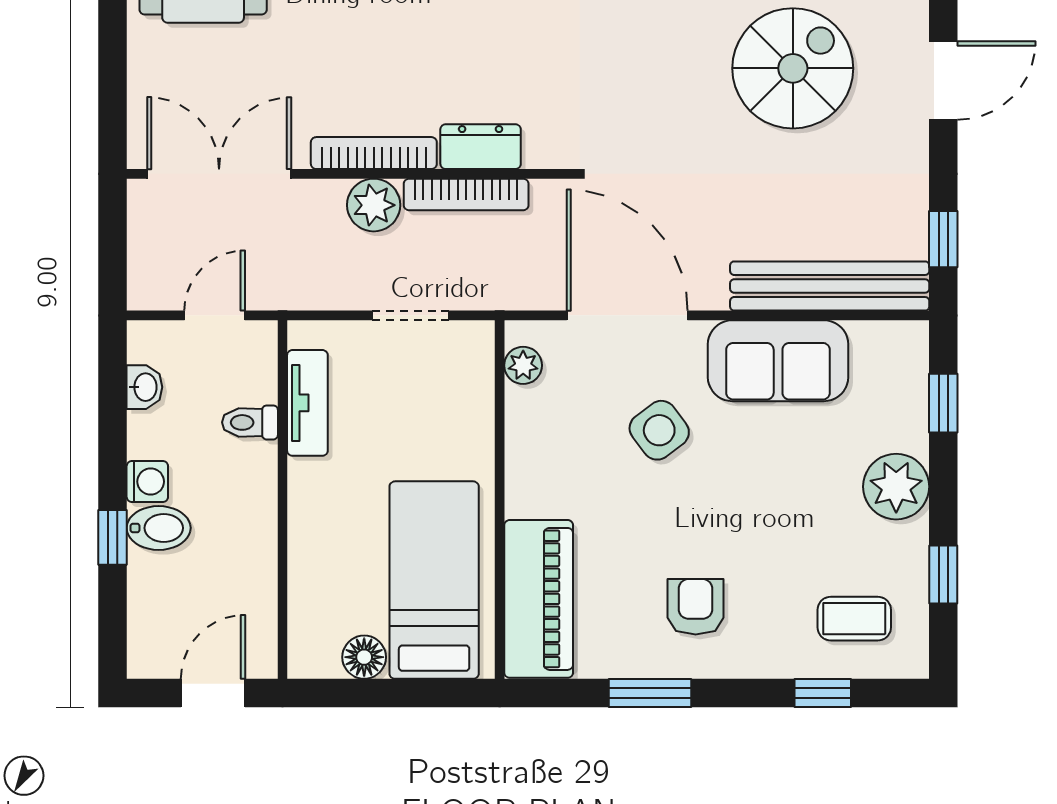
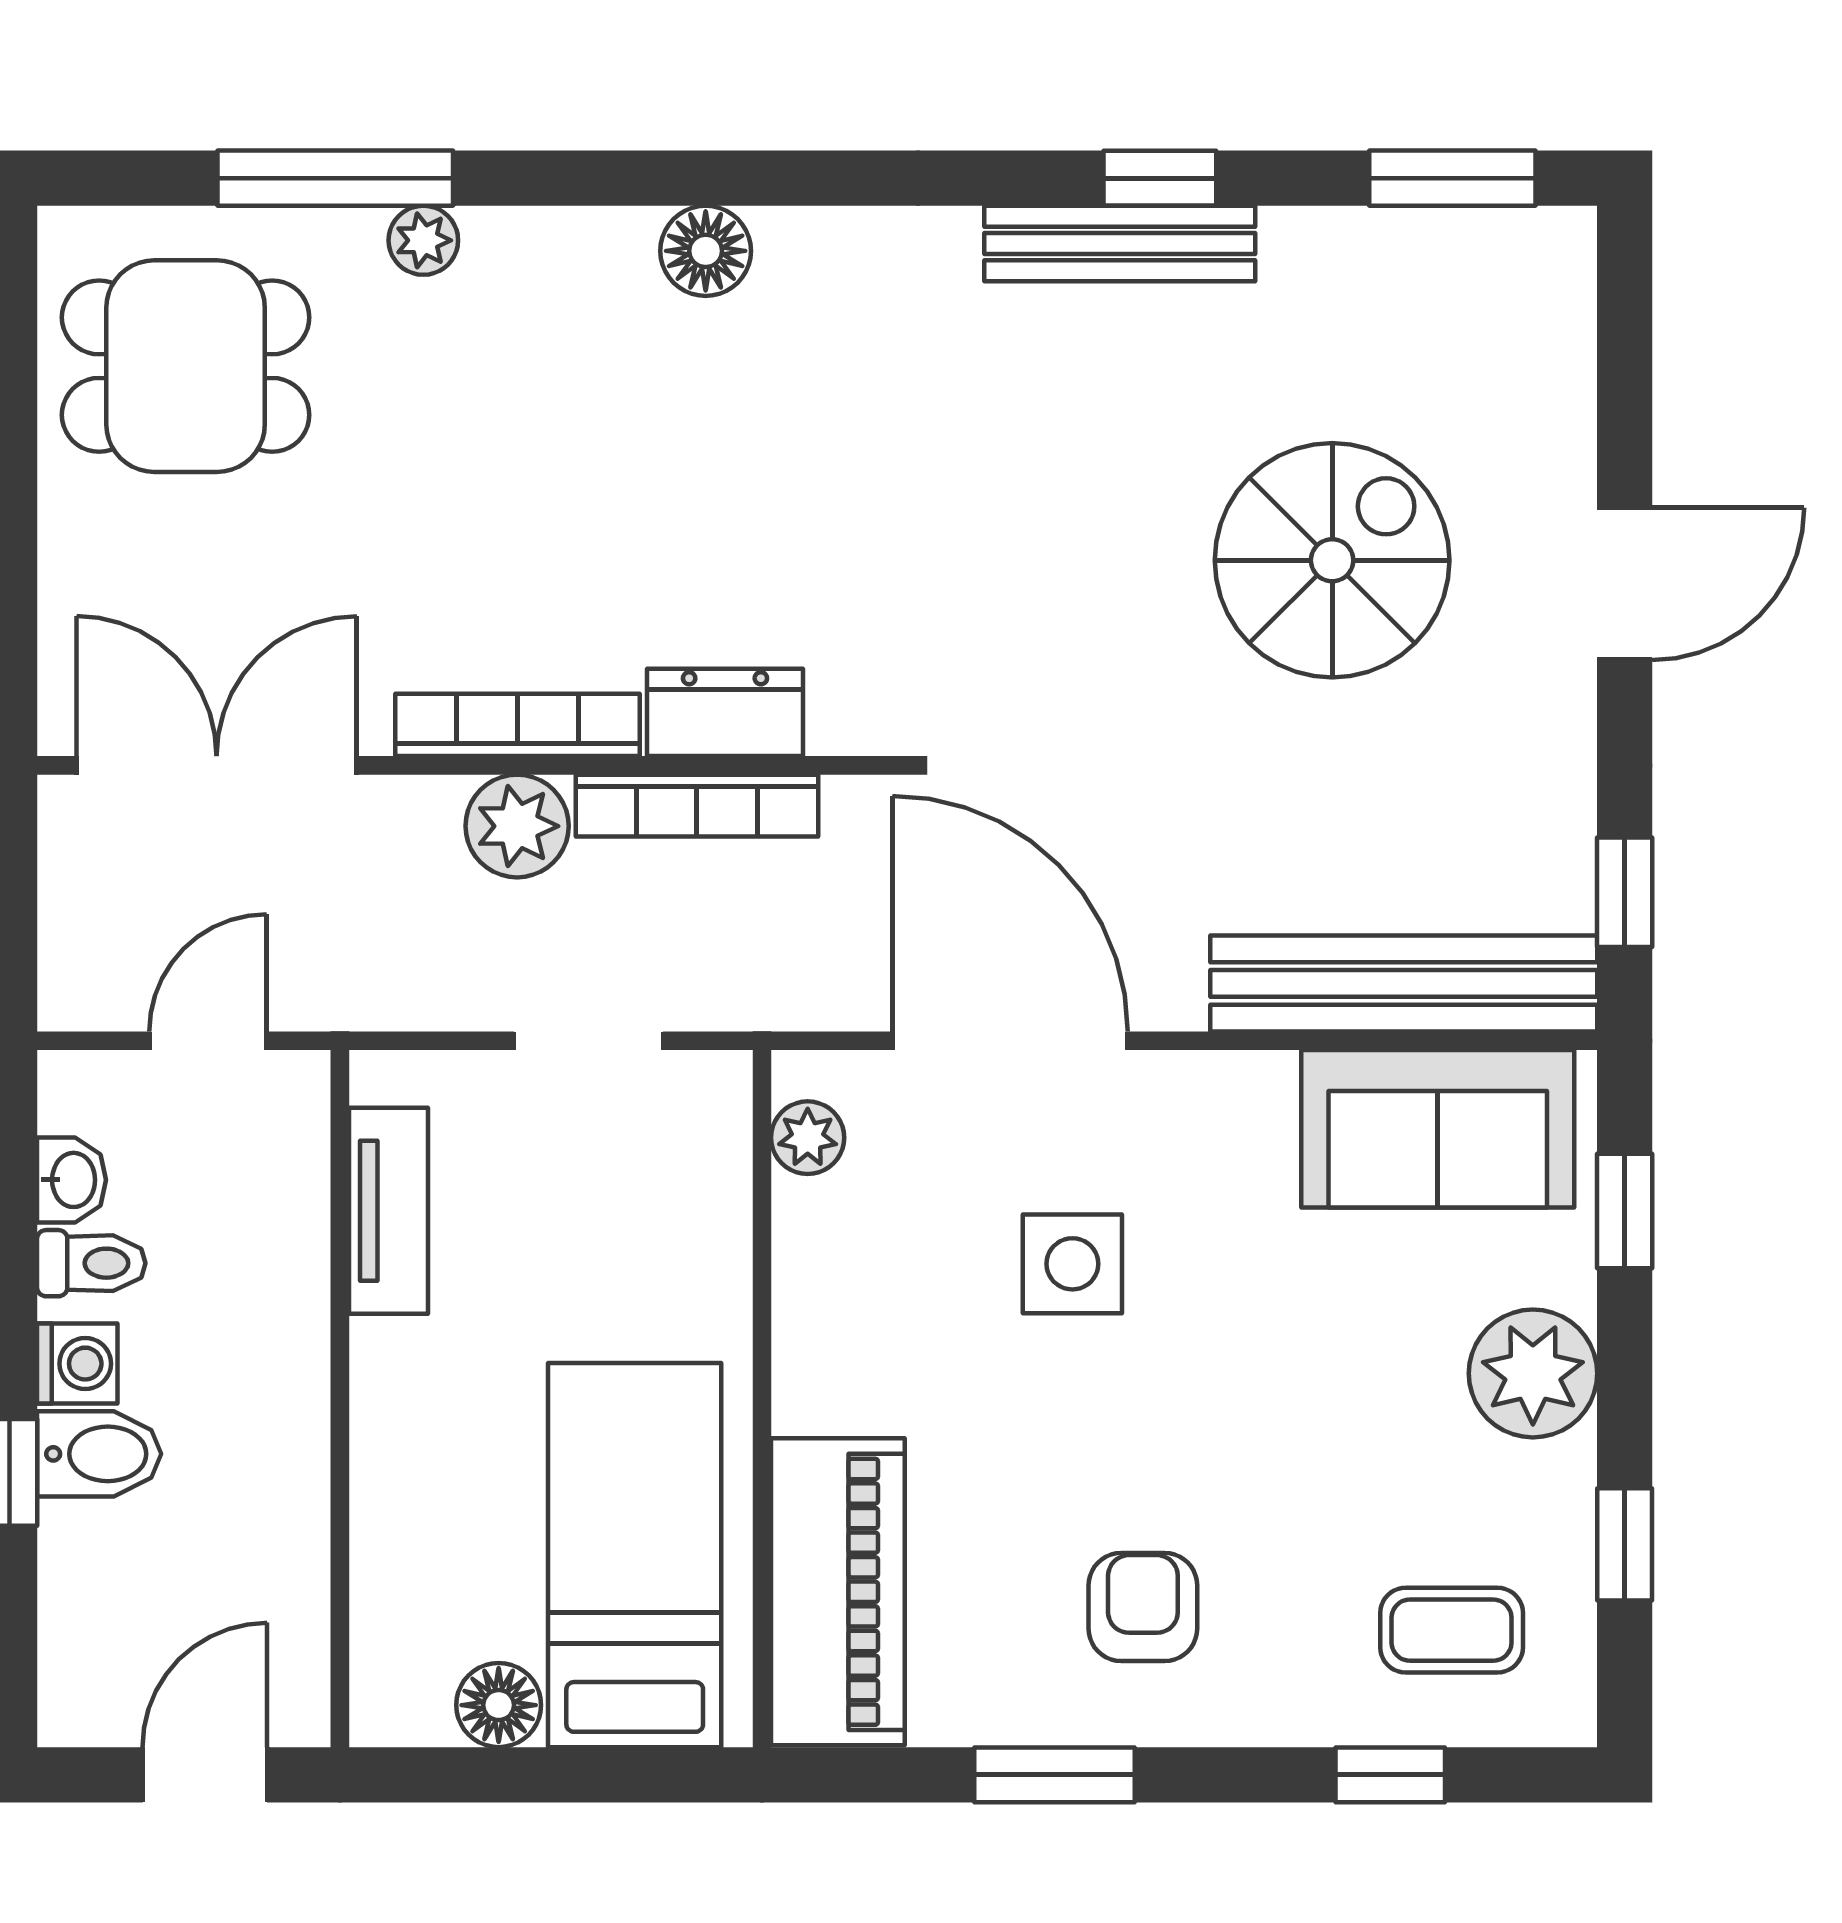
sofa: (778, 361) -> (1438, 1129), moved
toilet: (250, 422) -> (91, 1263), moved, turned 180
side table: (659, 430) -> (1072, 1264), turned 37

